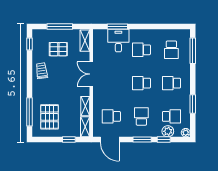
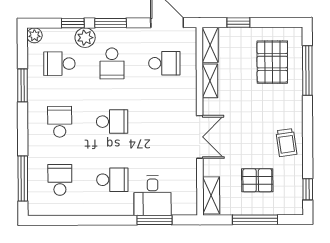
school desk: (171, 83) -> (60, 122), turned -90
plant: (168, 131) -> (85, 38), moved

